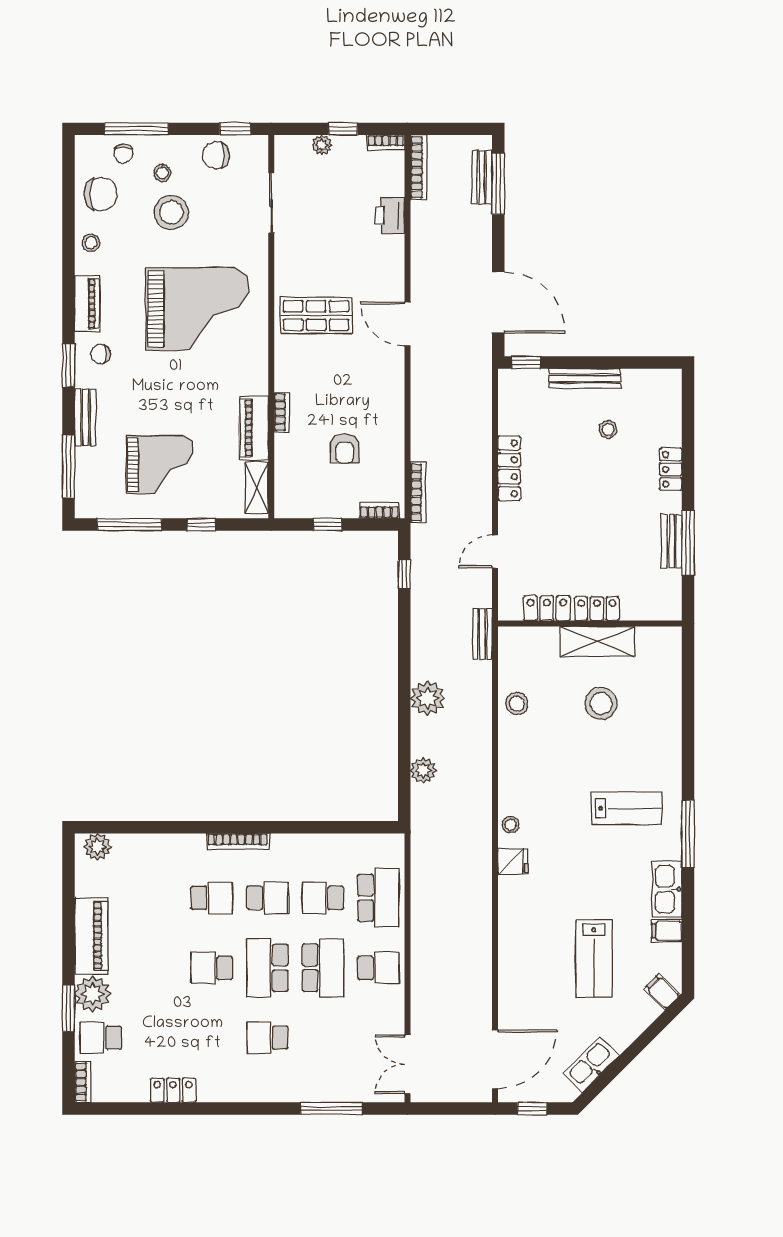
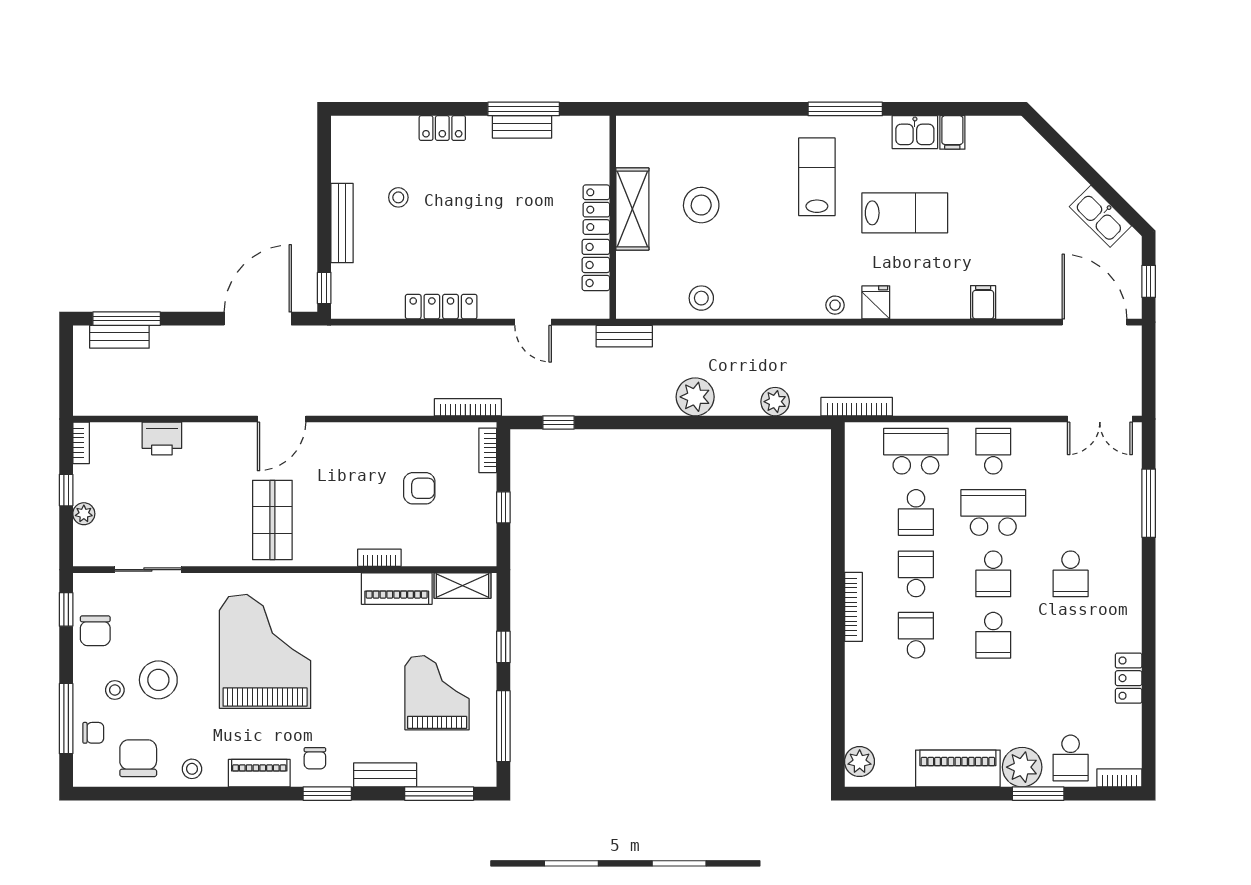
bookcase: (419, 167) -> (857, 407), moved
kitchen sink: (667, 889) -> (915, 132), width x0.73
lab bench: (594, 959) -> (905, 213), moved
school desk: (267, 968) -> (993, 574), width x0.54
filing cabinet: (662, 992) -> (983, 302), moved, turned 135

